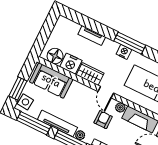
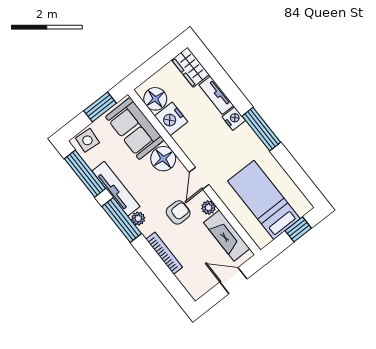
nightstand: (124, 52) -> (234, 119), moved
wardrobe: (90, 74) -> (190, 67), moved, turned 180
window: (18, 88) -> (100, 107), moved
floor lamp: (78, 91) -> (163, 159), added

